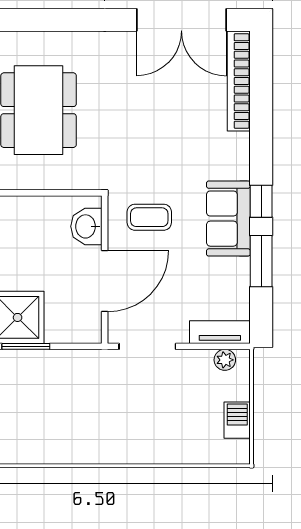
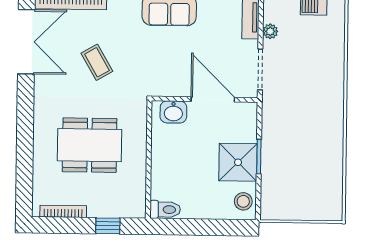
coffee table: (149, 217) -> (97, 62), moved, turned -30
plant: (225, 360) -> (270, 31), moved

